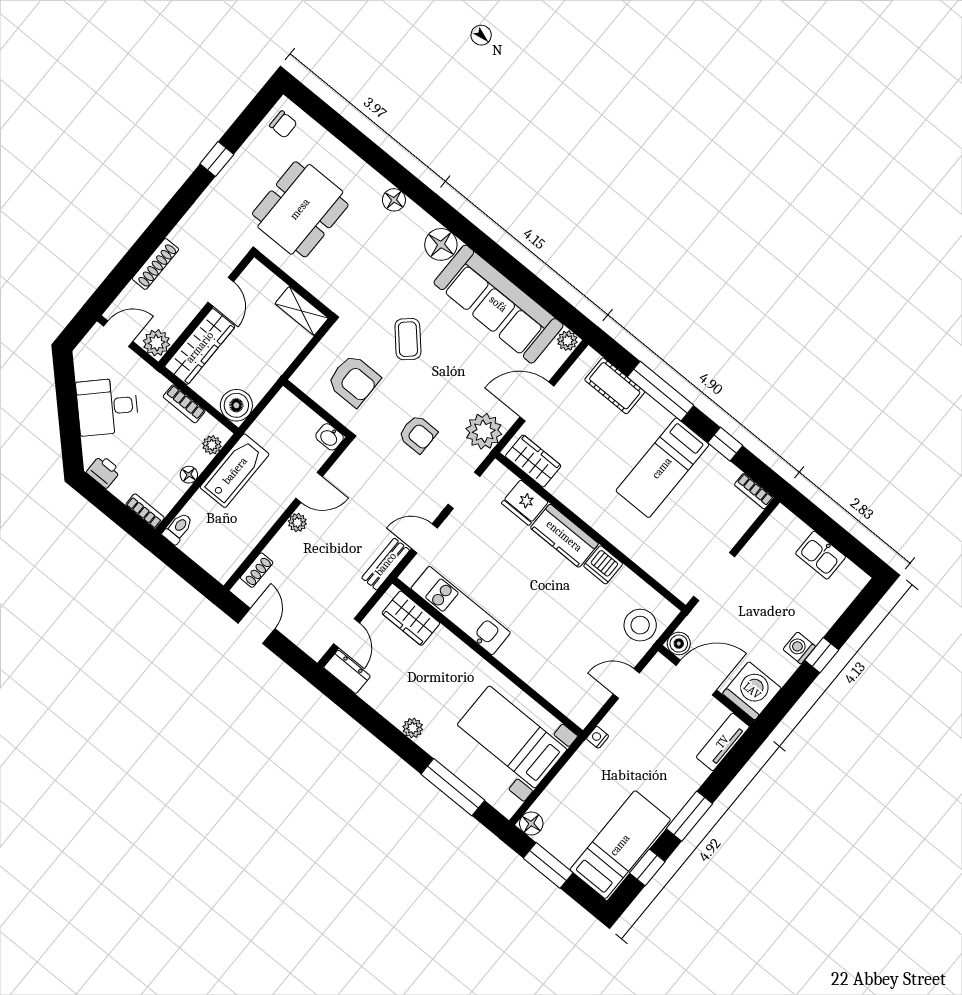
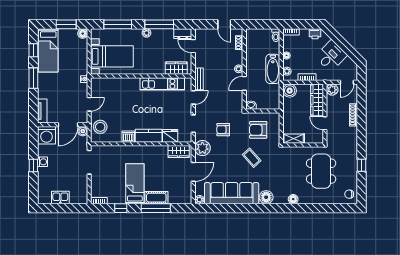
cot: (615, 386) -> (156, 198), moved
window: (376, 724) -> (159, 24), added

